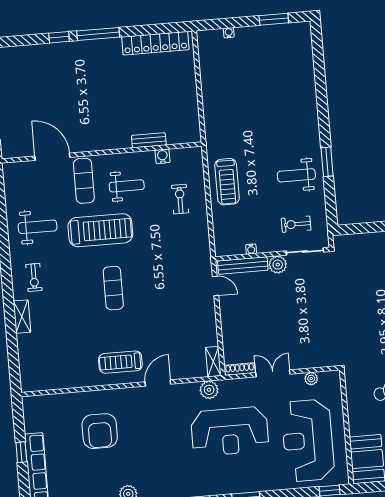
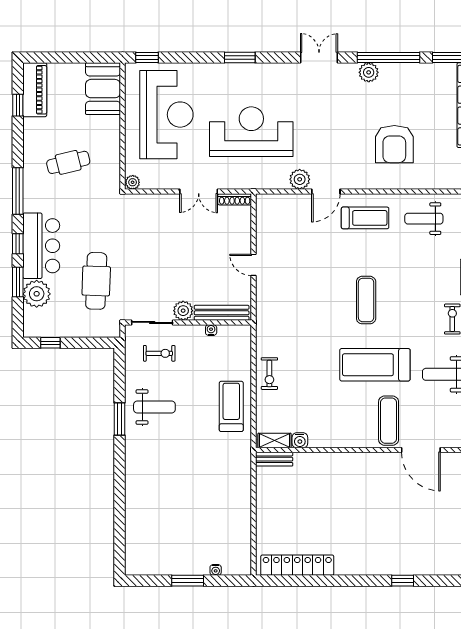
window: (274, 19) -> (188, 581), moved
window: (98, 34) -> (359, 581), removed
bench: (149, 140) -> (274, 459), moved
weight bench: (127, 186) -> (424, 219), moved
exercise bike: (180, 199) -> (269, 374), moved
cafe table: (359, 285) -> (96, 281), added
door: (216, 286) -> (254, 265), moved
shelving: (213, 362) -> (274, 441), moved, turned 90
plant: (311, 379) -> (133, 182), moved
plant: (209, 390) -> (300, 179), moved
armchair: (100, 431) -> (394, 144), turned 180

